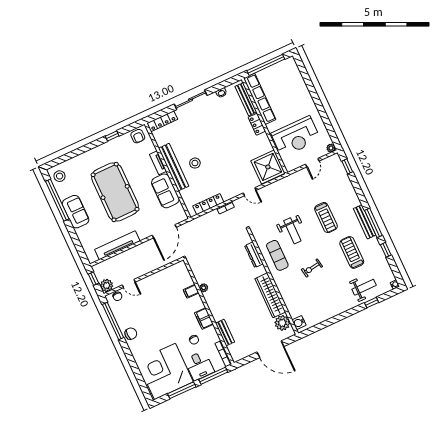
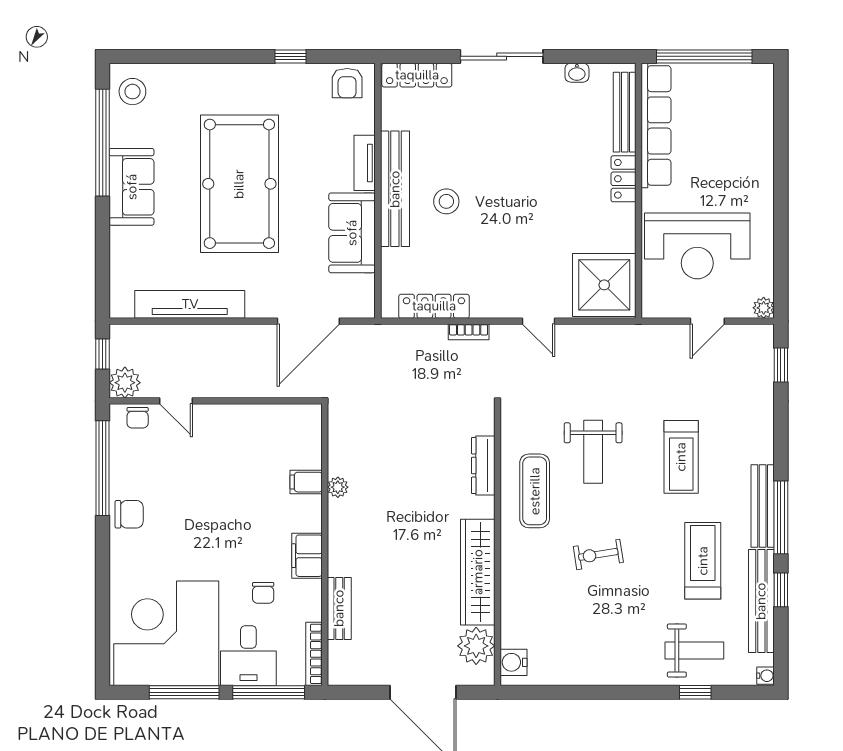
bench: (380, 257) -> (761, 601), added

